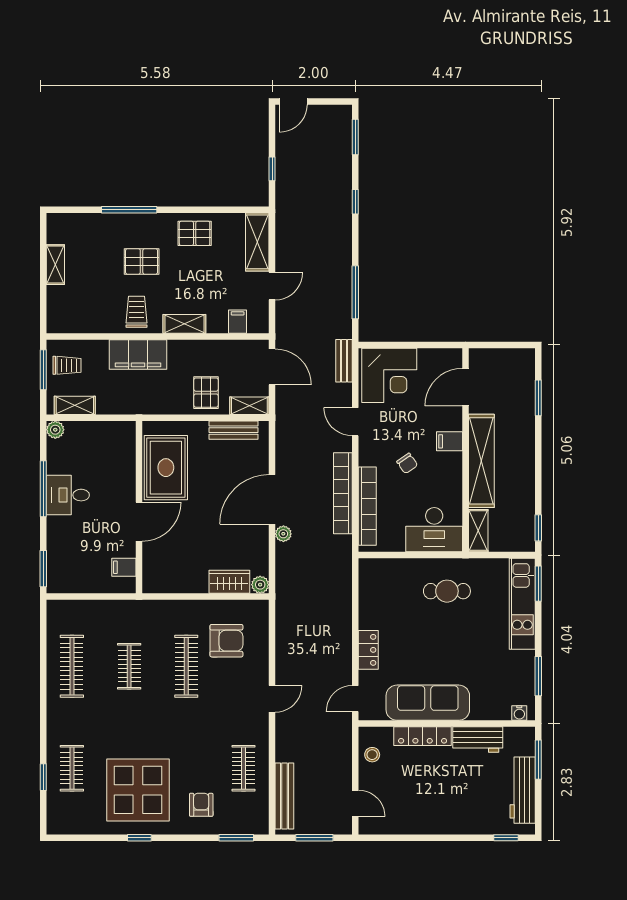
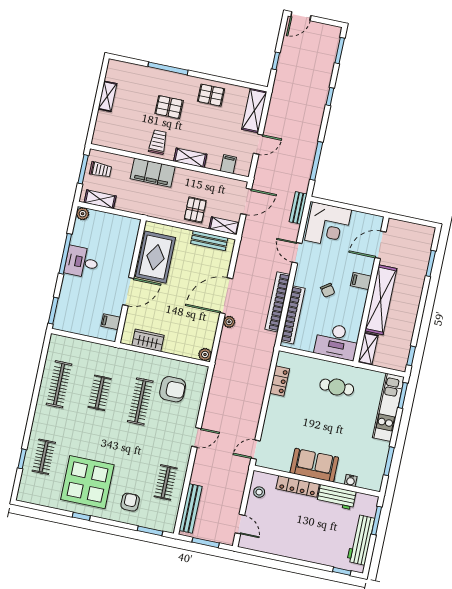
door: (272, 367) -> (246, 201), hinge flipped
wardrobe: (229, 582) -> (148, 340), moved
locker: (368, 650) -> (280, 381), moved
sofa: (428, 703) -> (314, 465), width x0.73
water cooler: (519, 713) -> (351, 480), moved

